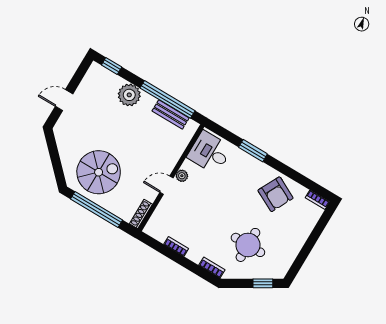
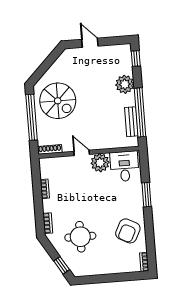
plant: (182, 176) -> (100, 163), width x1.88, depth x1.88

